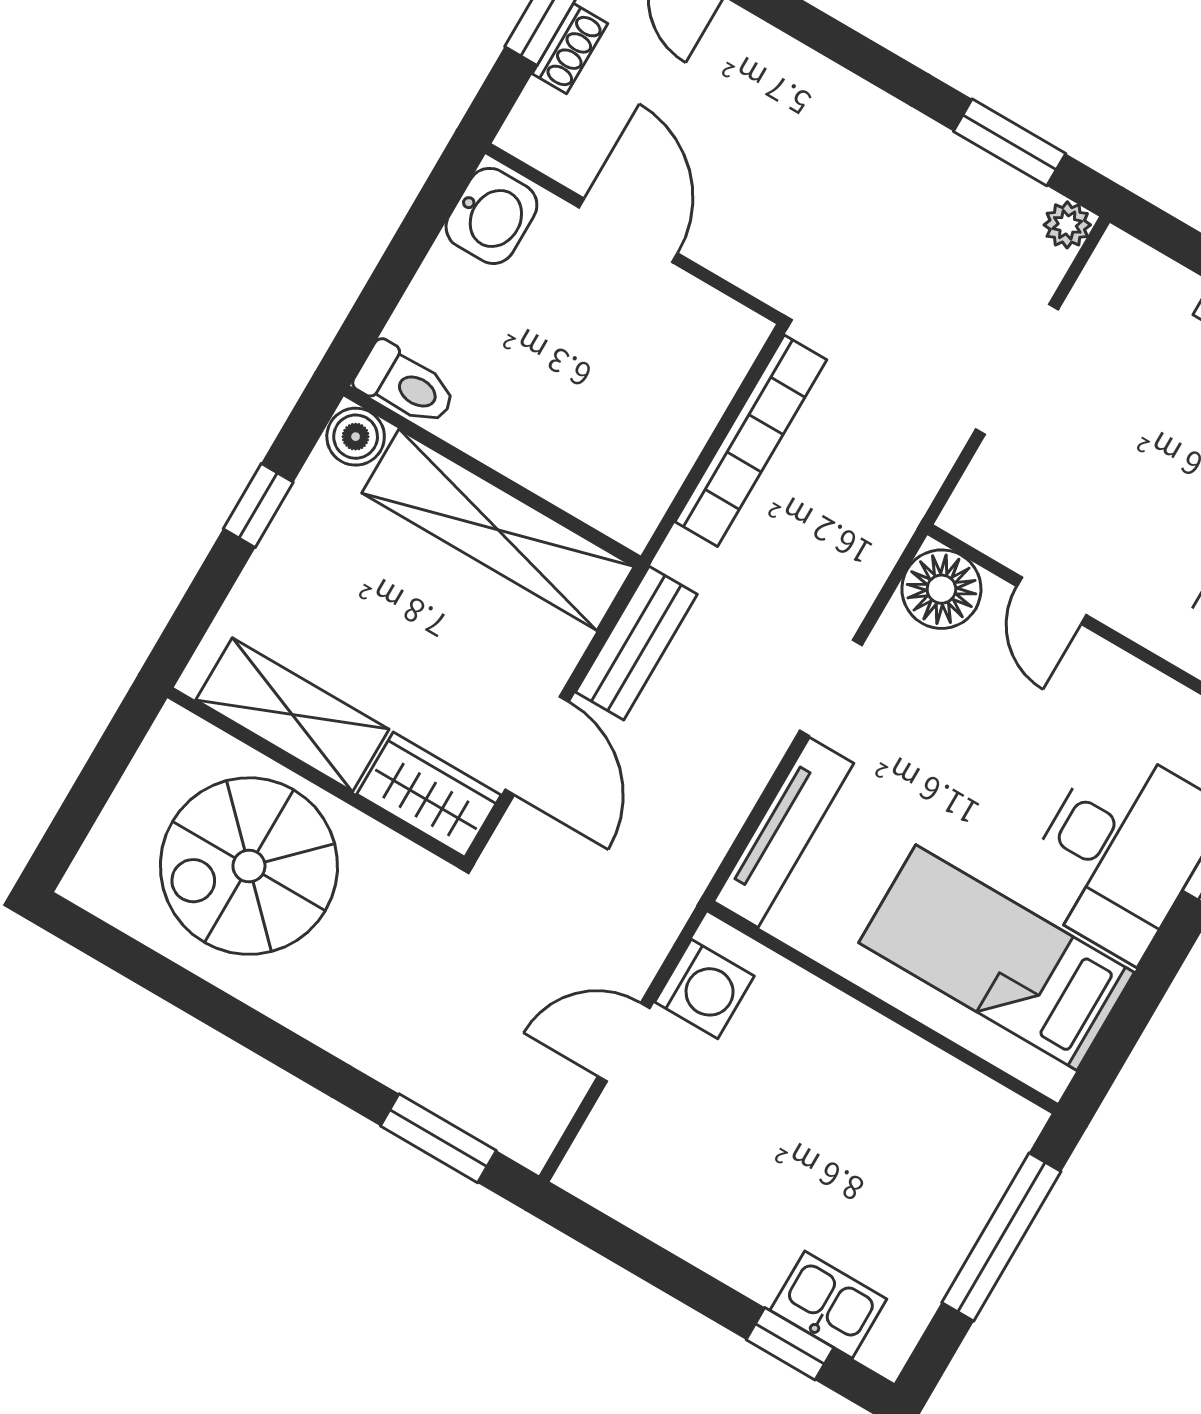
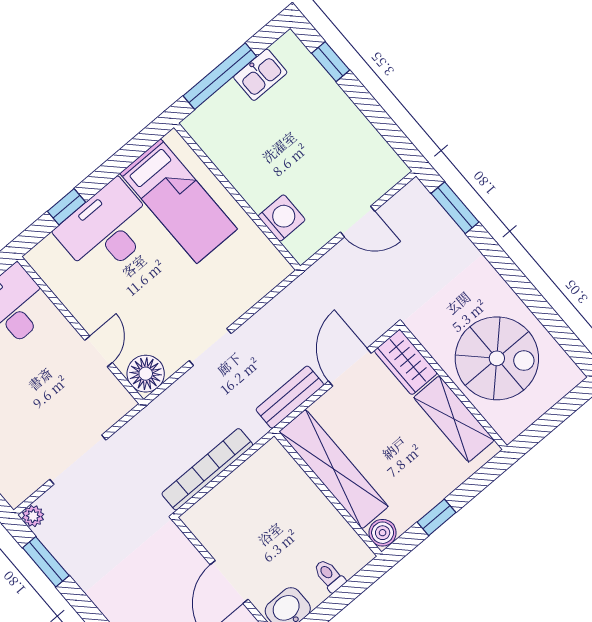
toilet: (406, 385) -> (329, 576), moved, width x0.73, depth x0.72
tv unit: (784, 832) -> (254, 290), removed
washing machine: (704, 989) -> (282, 218), moved, turned 90
kitchen sink: (828, 1305) -> (260, 75), moved, turned -90

